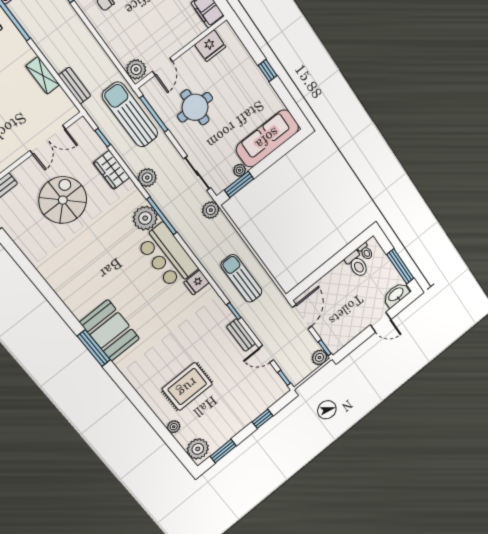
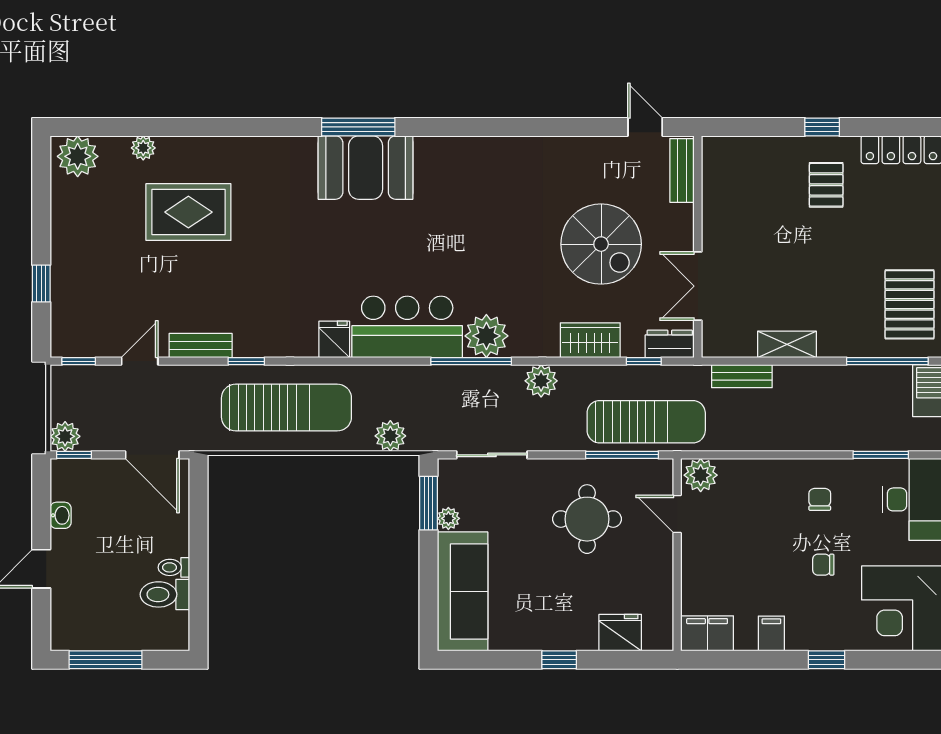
fridge: (210, 46) -> (620, 633), moved, turned 90
dresser: (85, 132) -> (670, 344), added
plant: (211, 210) -> (390, 436), moved
toilet: (366, 251) -> (174, 567), moved
sun lounger: (241, 278) -> (286, 408), width x1.36, depth x1.34
washbasin: (396, 295) -> (61, 515), moved, width x0.52, depth x0.69
rug: (187, 387) -> (188, 212), turned 90
window: (223, 451) -> (41, 190), removed

